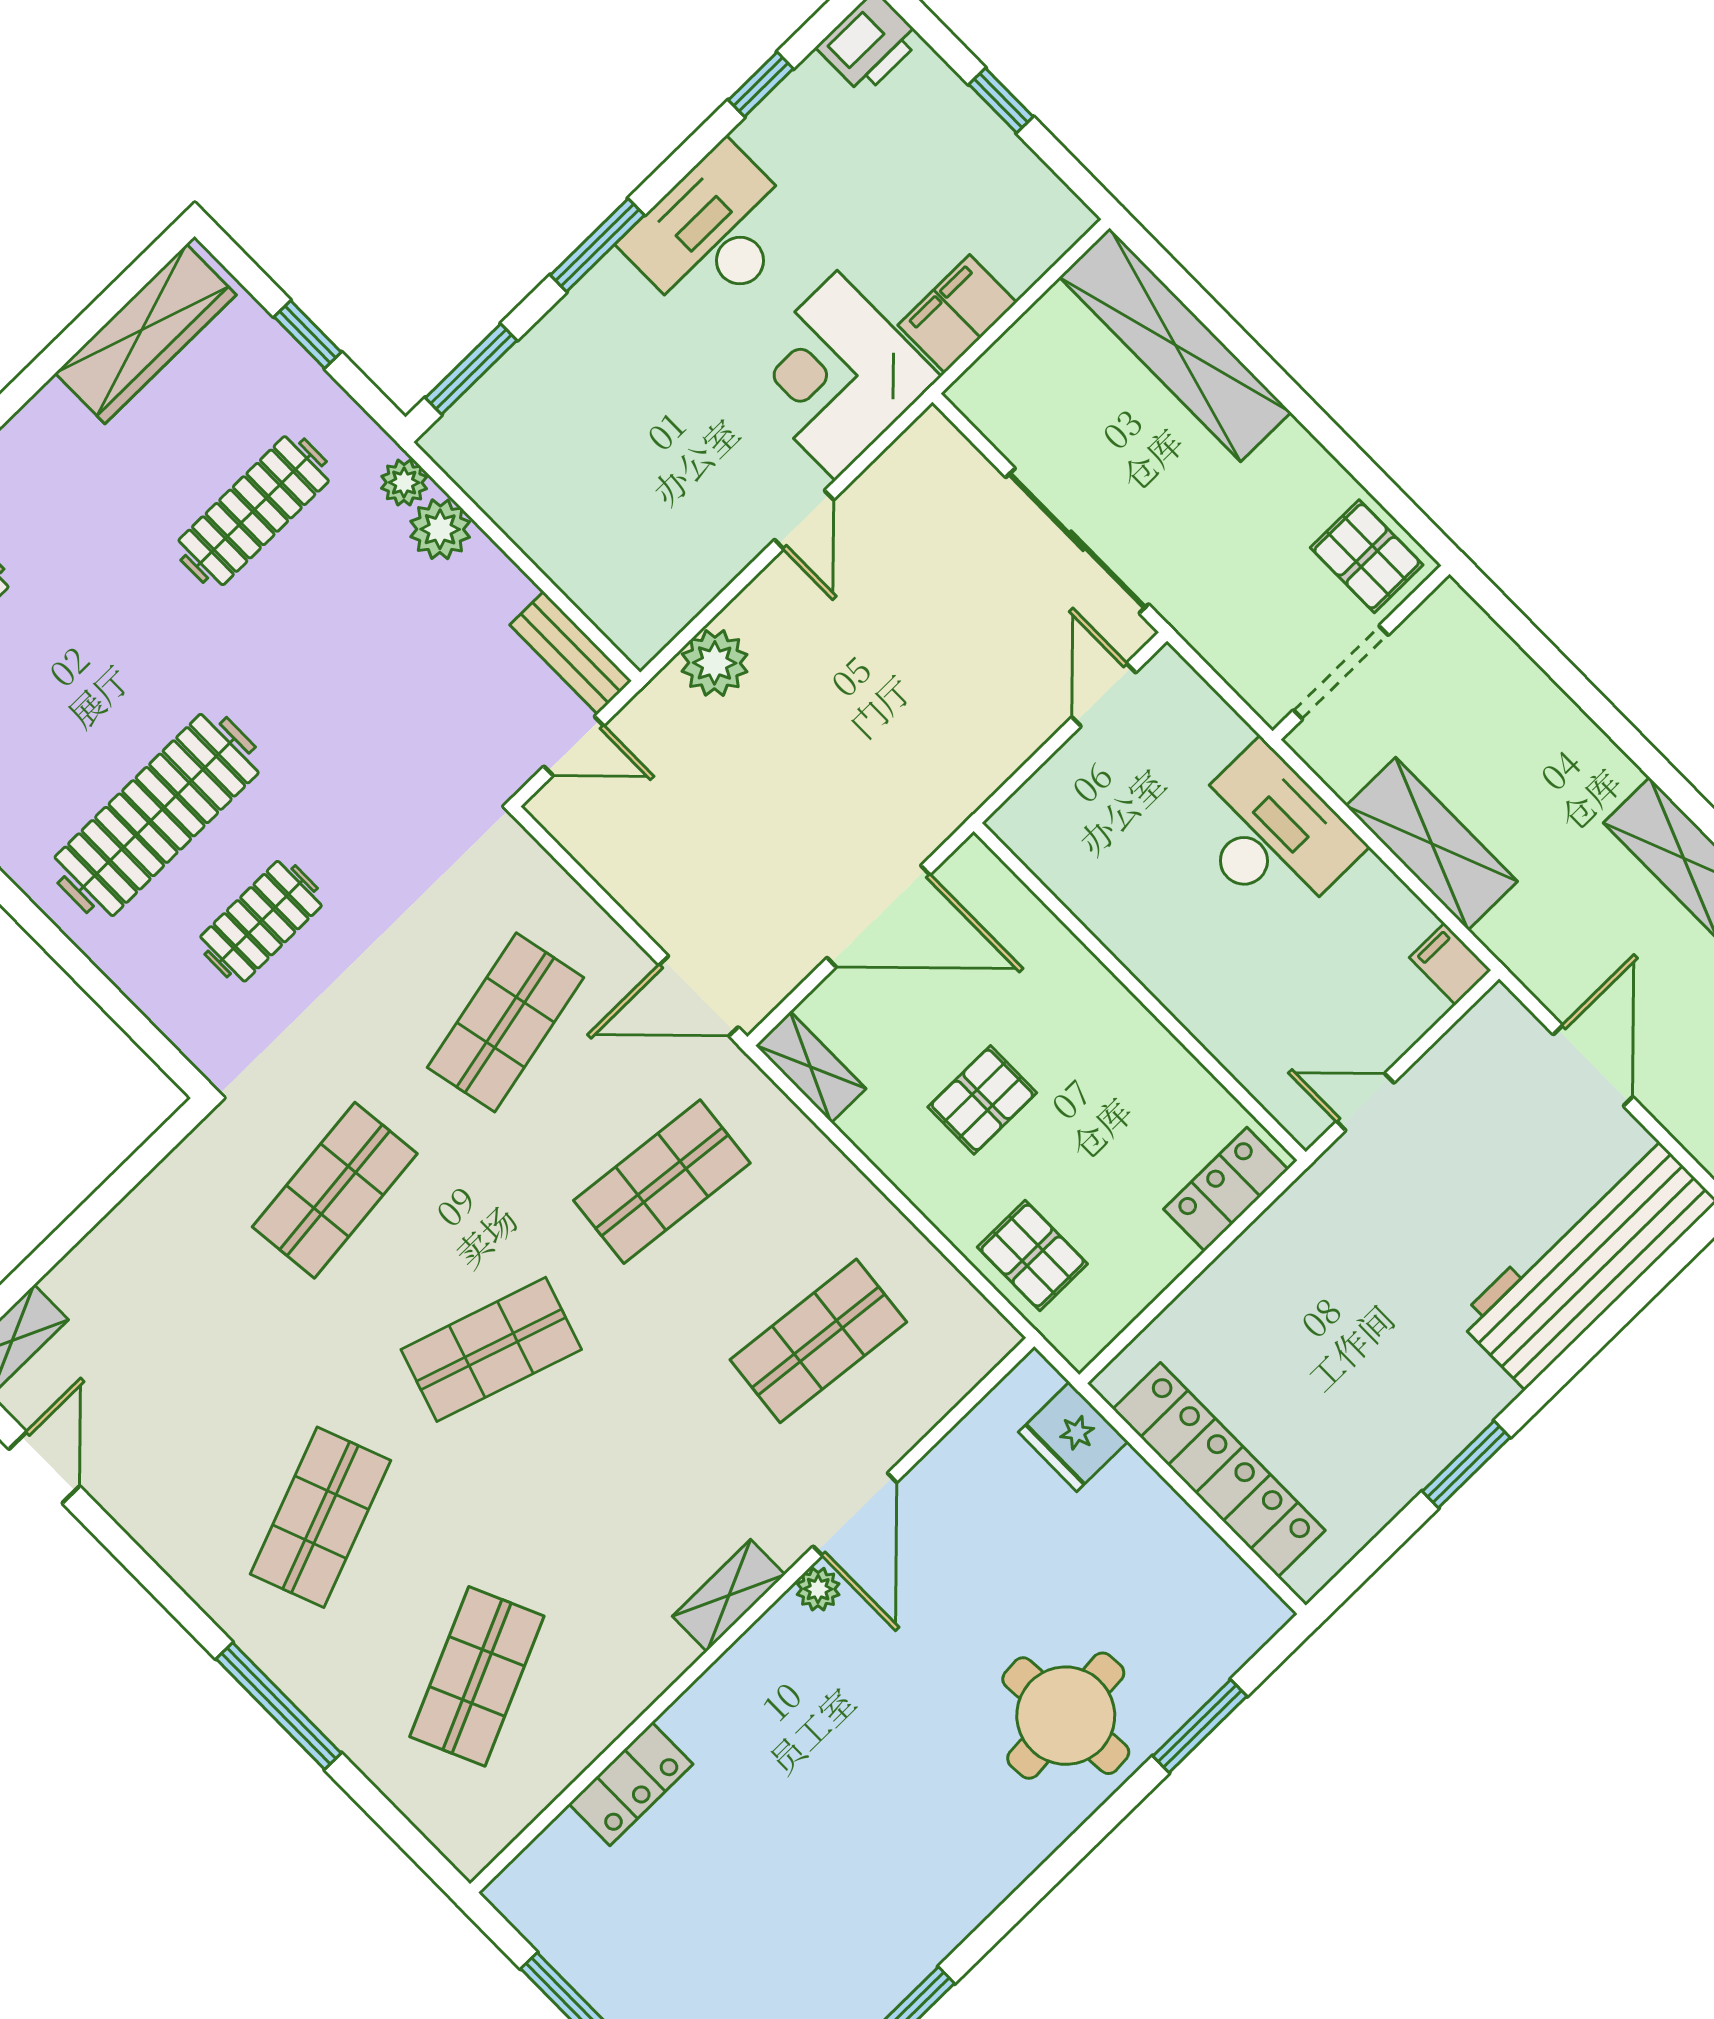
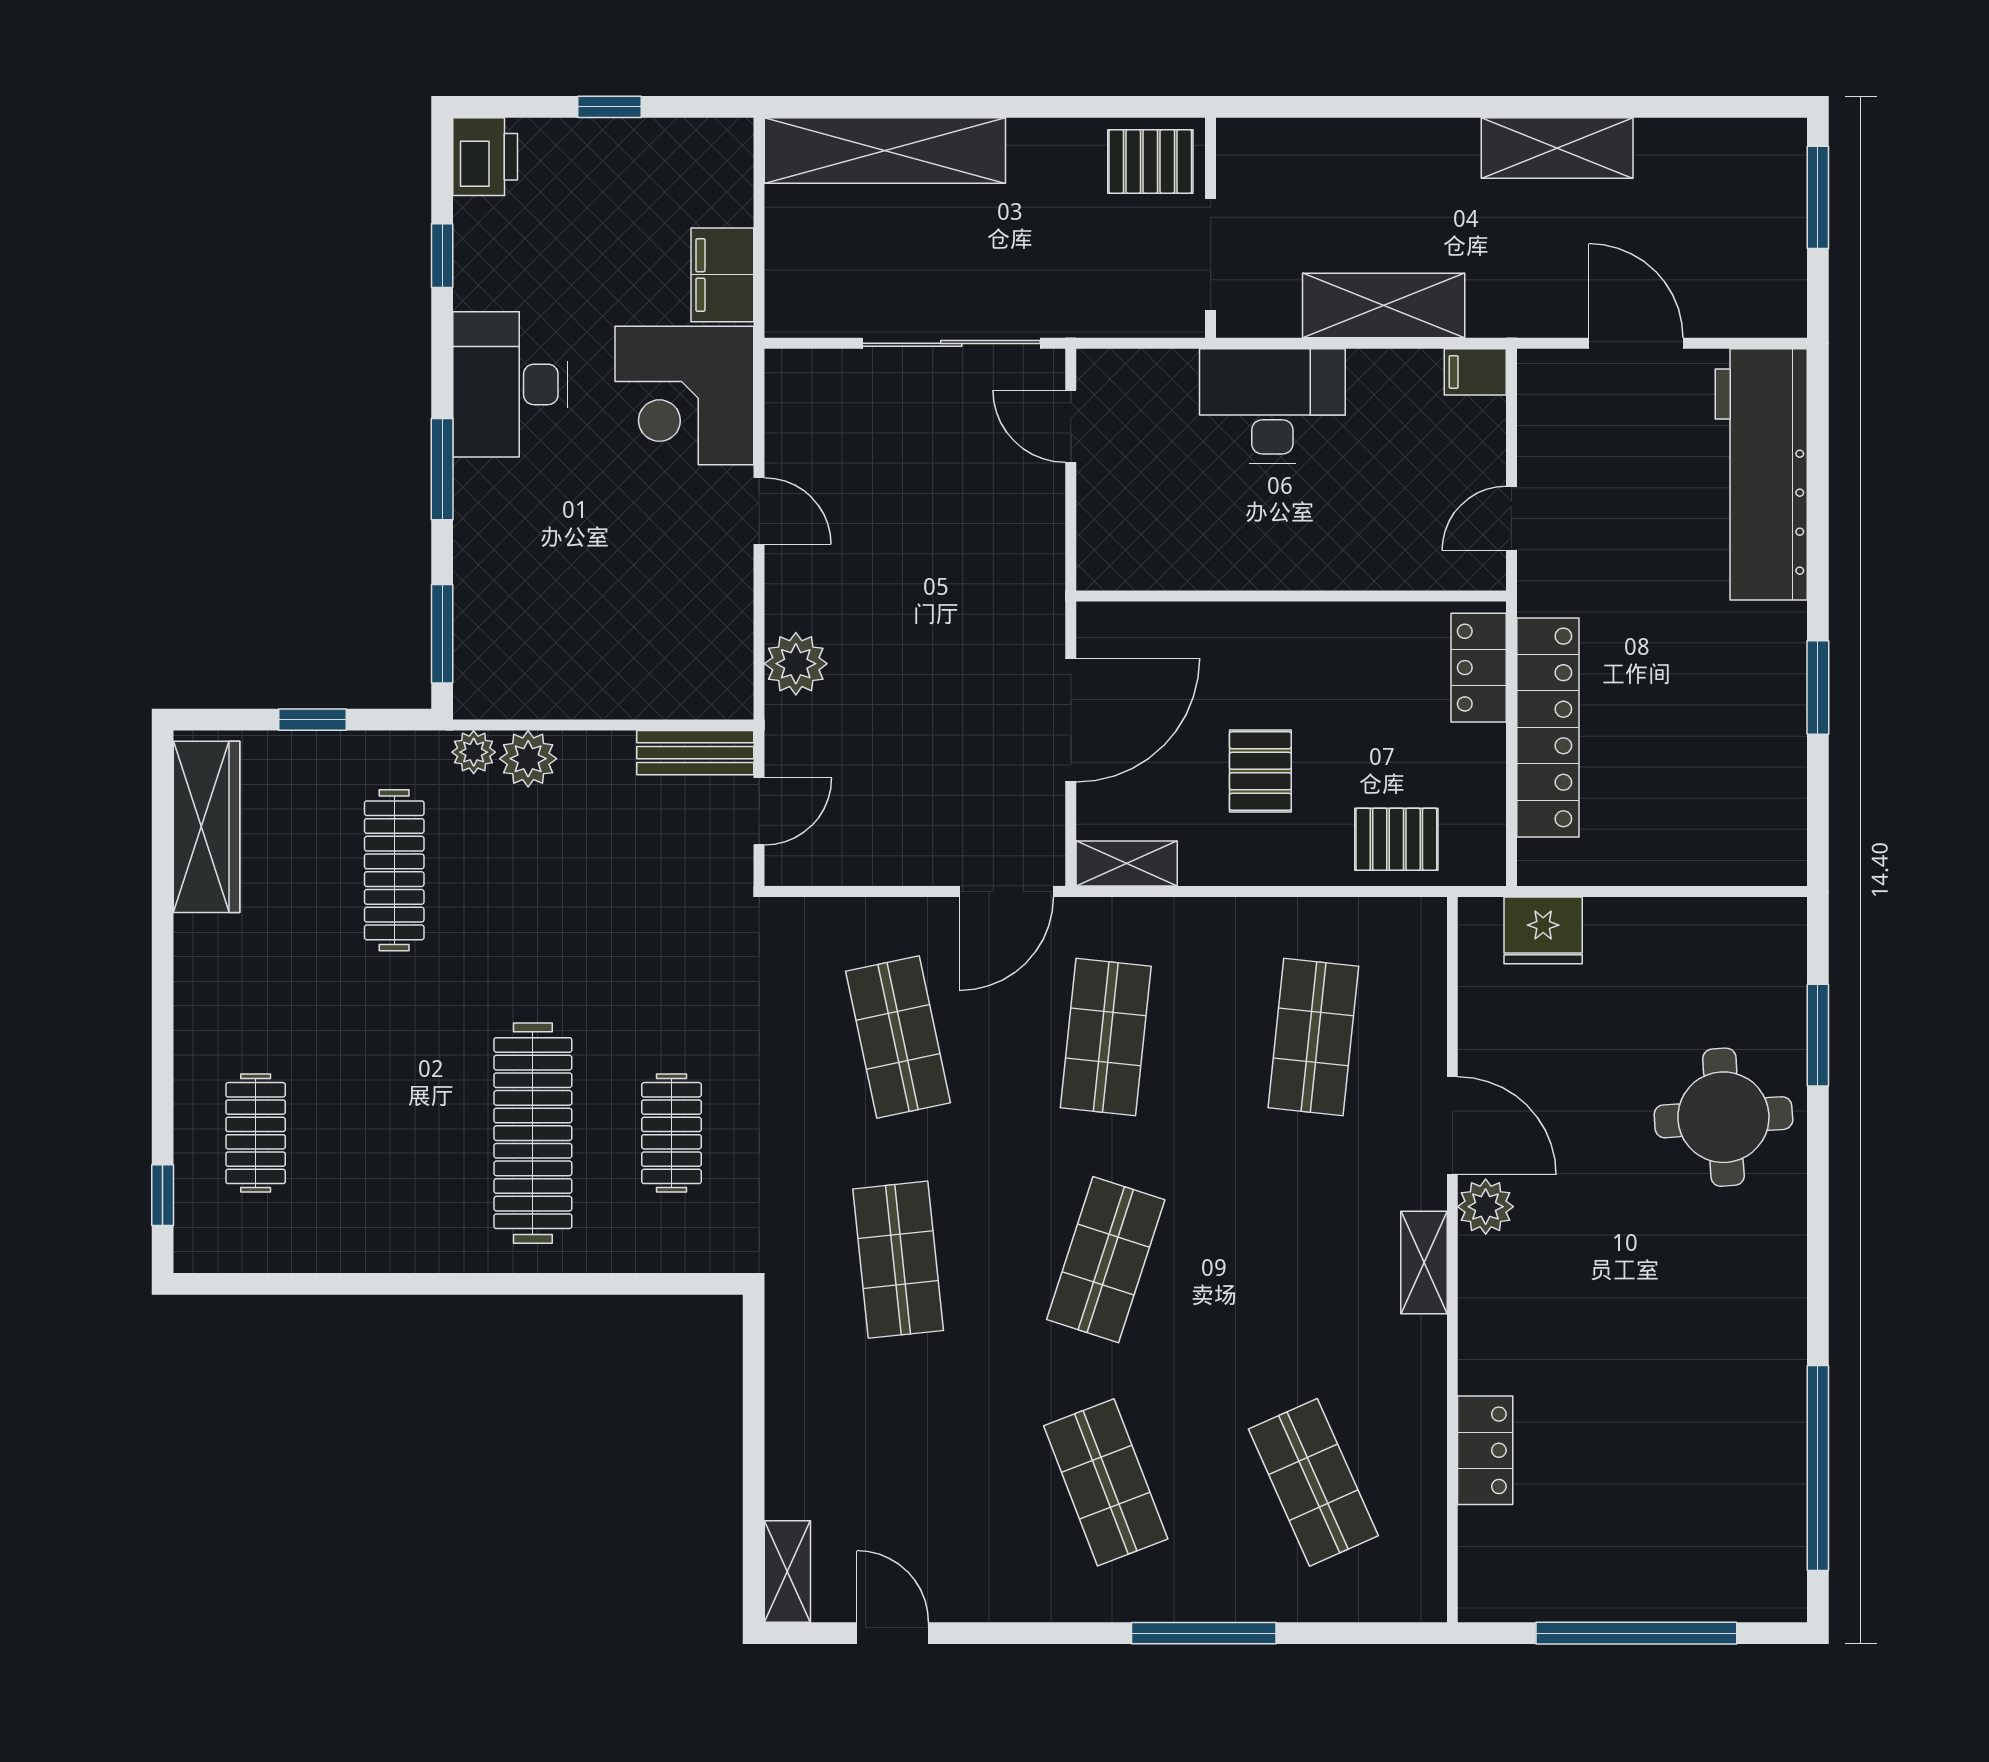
locker: (1219, 1470) -> (1548, 727), moved, turned 90
plant: (818, 1589) -> (1486, 1207), width x1.38, depth x1.38

